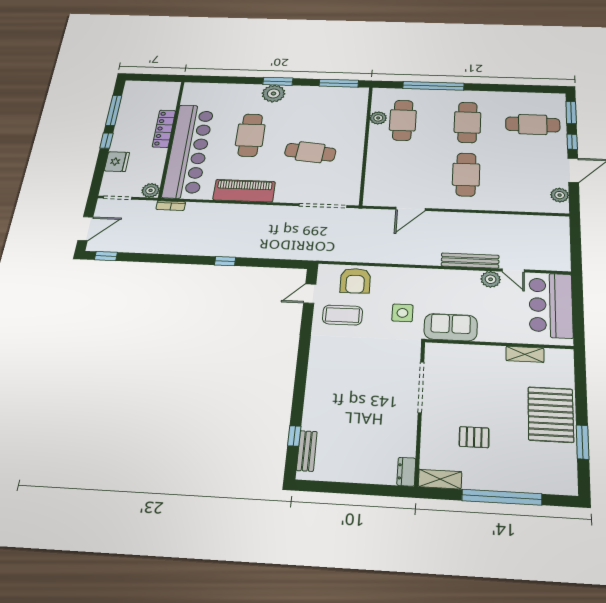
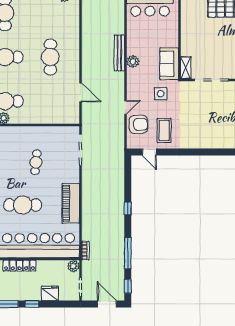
cafe table: (310, 152) -> (36, 162), width x0.73, depth x0.74
cafe table: (466, 175) -> (50, 57), turned 90
window: (156, 258) -> (128, 253), added
door: (513, 270) -> (126, 107), moved
plant: (491, 279) -> (133, 61), moved
shelving: (525, 354) -> (186, 68), moved

